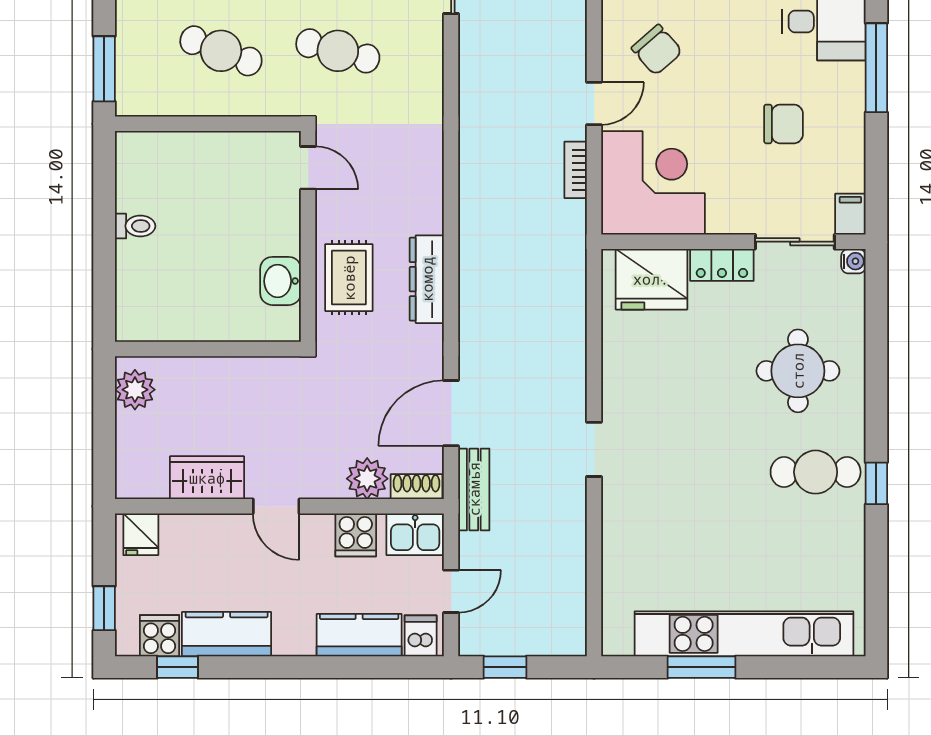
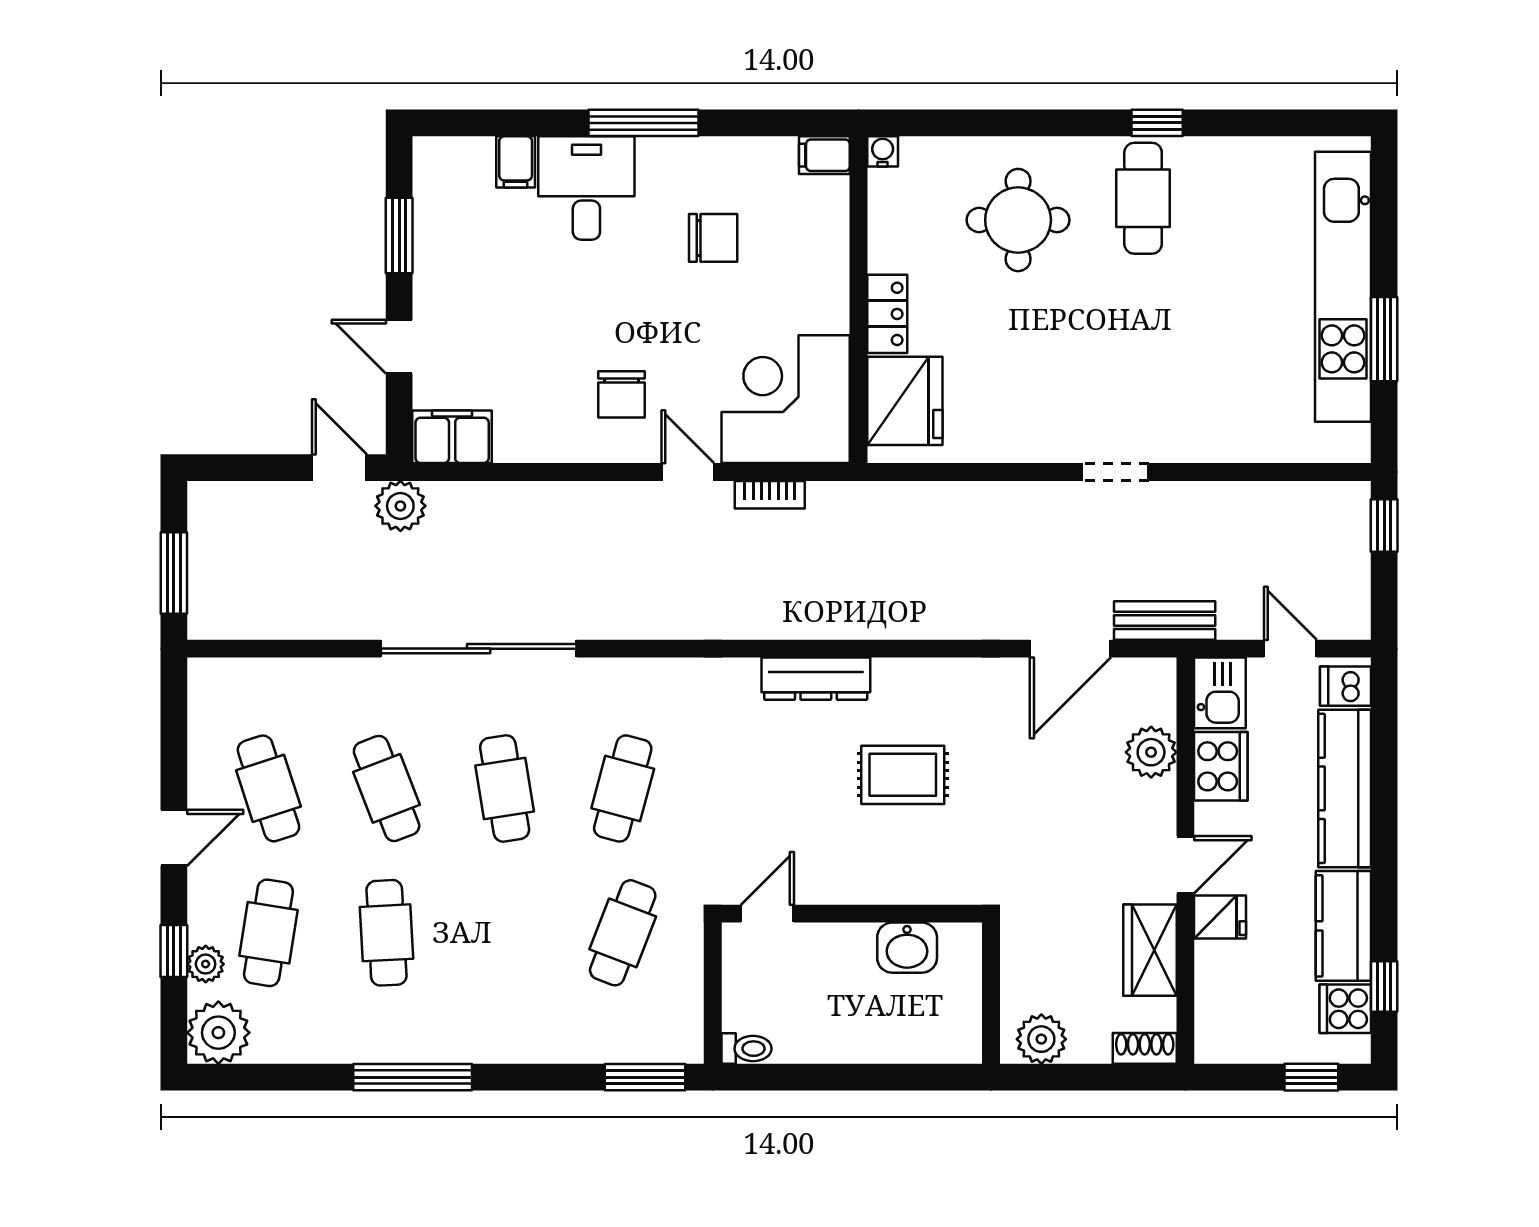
chair: (657, 50) -> (621, 394), turned 131
chair: (784, 124) -> (713, 238), turned 90
door: (308, 168) -> (767, 914), moved
toilet: (135, 226) -> (747, 1049), moved, turned 90
wall: (308, 236) -> (852, 914), moved
sliding door: (795, 242) -> (859, 224), removed
dresser: (427, 279) -> (816, 679), moved
washbasin: (280, 281) -> (907, 948), moved
door: (451, 413) -> (1070, 649), hinge flipped
shoe rack: (417, 487) -> (1145, 1048), moved, turned 90
fridge: (141, 534) -> (1220, 917), moved
cooker: (356, 535) -> (1221, 766), width x1.36
kitchen counter: (359, 635) -> (1345, 788), width x1.50
window: (505, 667) -> (1384, 526), moved

